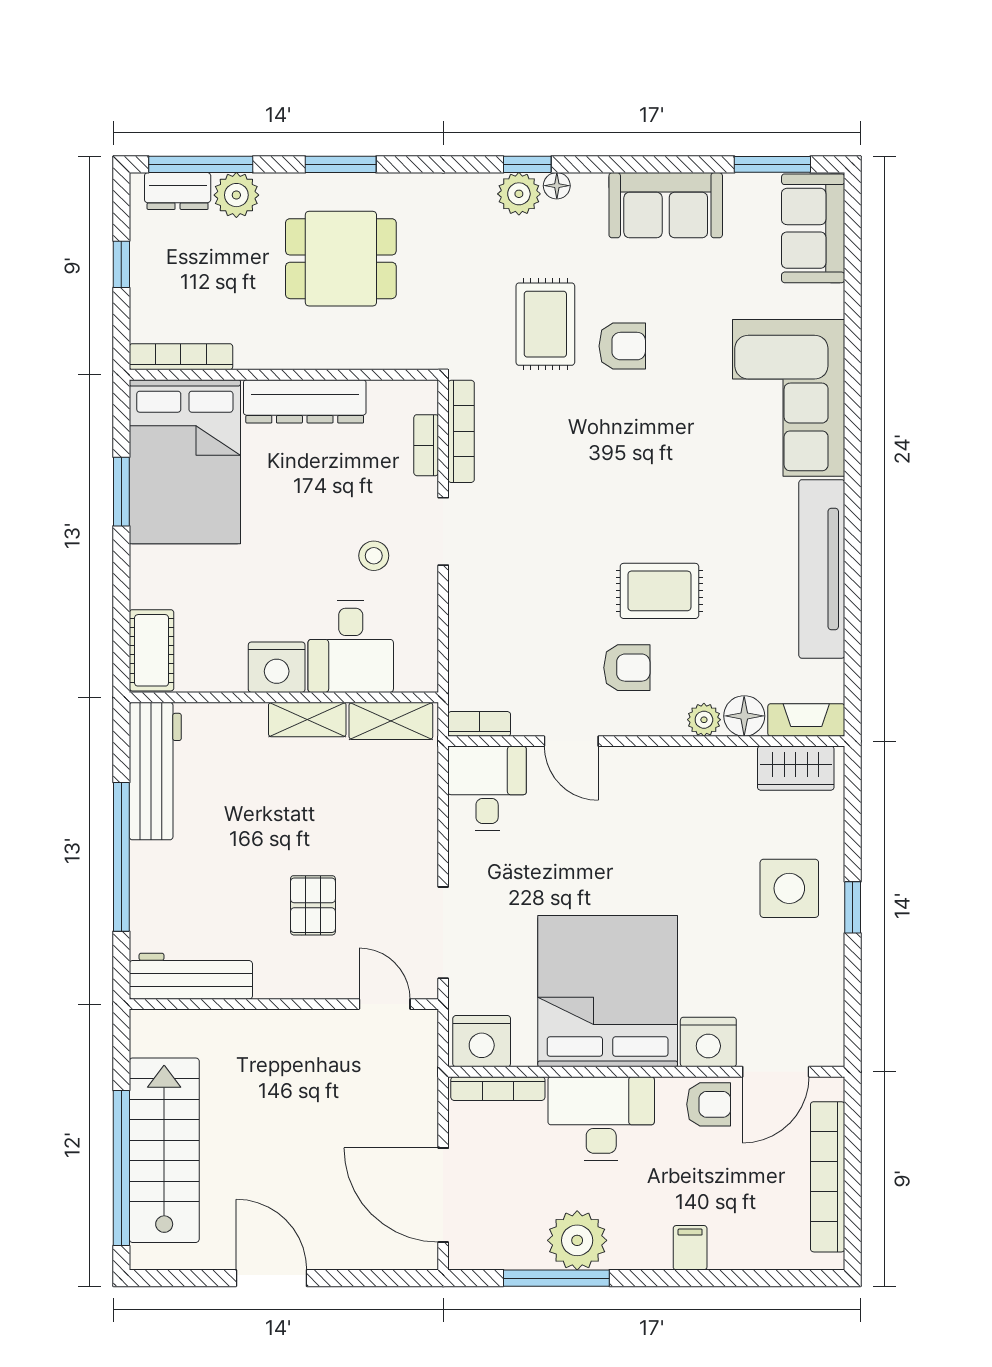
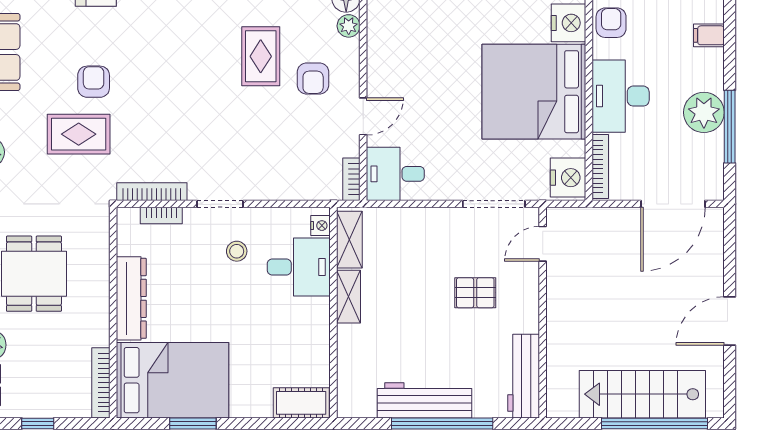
nightstand: (277, 667) -> (320, 226), moved, width x0.53, depth x0.56
armchair: (627, 668) -> (313, 78), turned 180
workbench: (155, 771) -> (425, 400), moved

